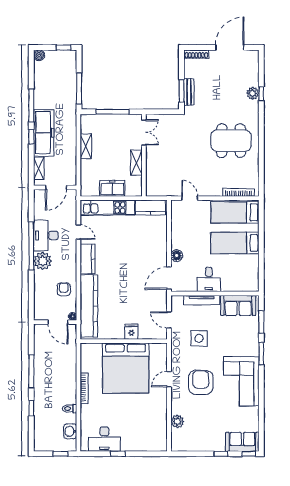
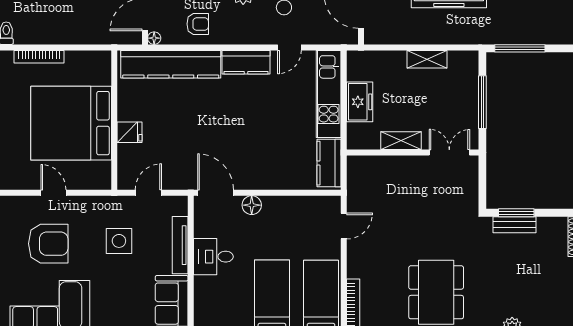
double door: (144, 132) -> (449, 153), swing flipped

